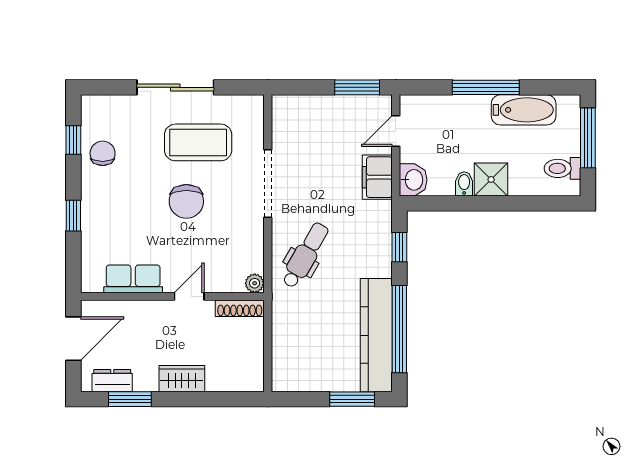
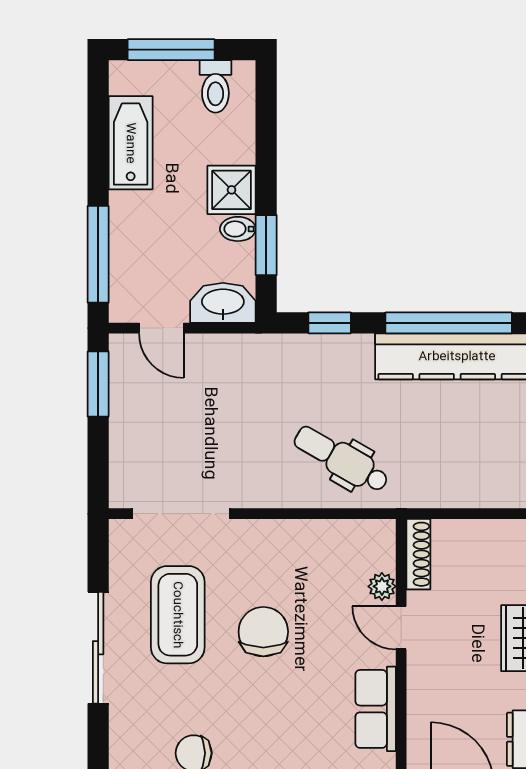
window: (486, 87) -> (98, 254), moved
filing cabinet: (377, 177) -> (228, 355), removed
washbasin: (413, 180) -> (223, 303), width x1.38
doorway: (268, 183) -> (181, 514), moved
chair: (186, 201) -> (263, 632), turned -90
window: (453, 203) -> (266, 245), added
plant: (255, 283) -> (382, 586), moved

